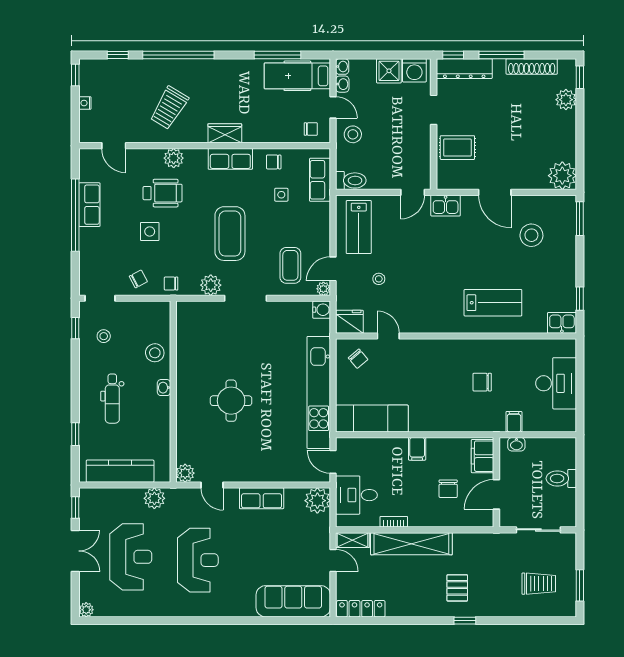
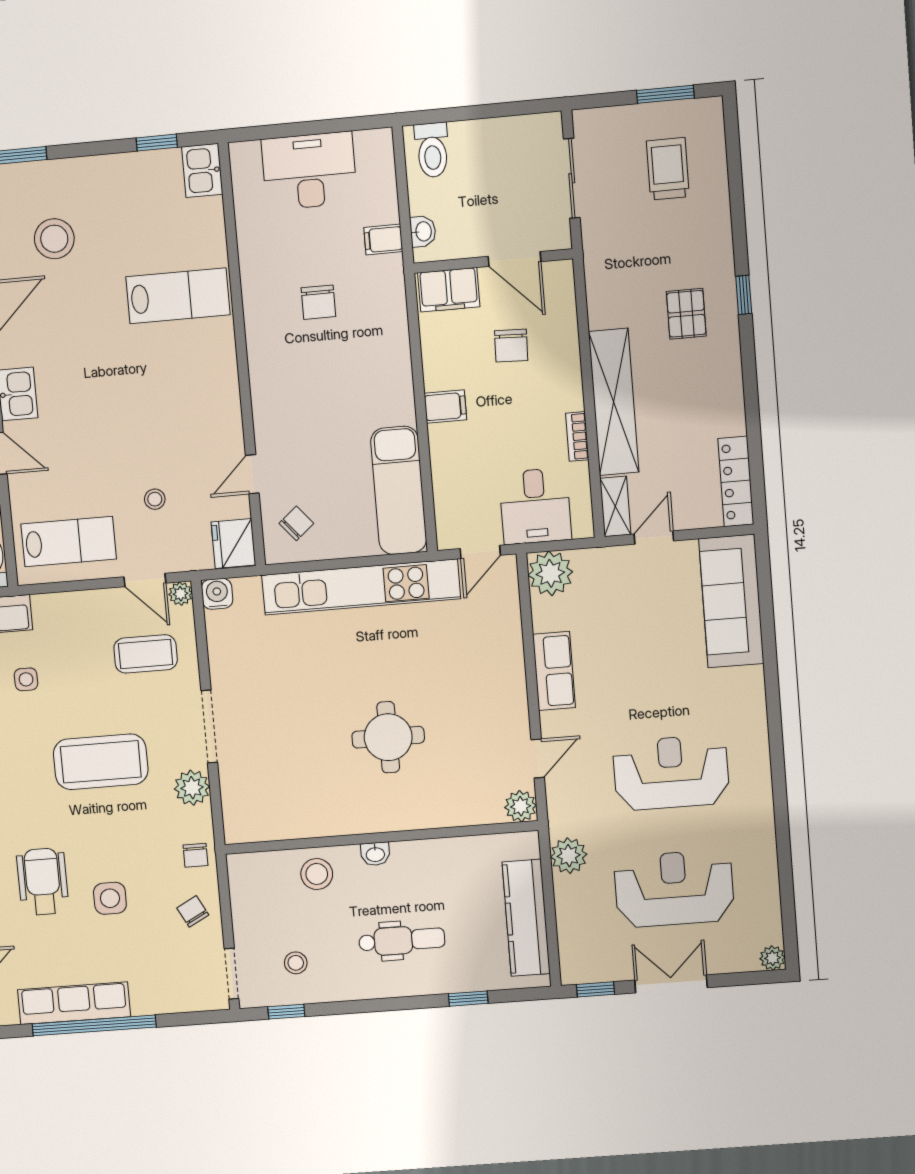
row of seats: (89, 205) -> (74, 1003), width x1.48
lab bench: (493, 303) -> (178, 296), turned 90
toilet: (561, 478) -> (432, 150), moved
chair: (448, 489) -> (511, 346), turned 92
pallet: (457, 588) -> (686, 314), turned 90

